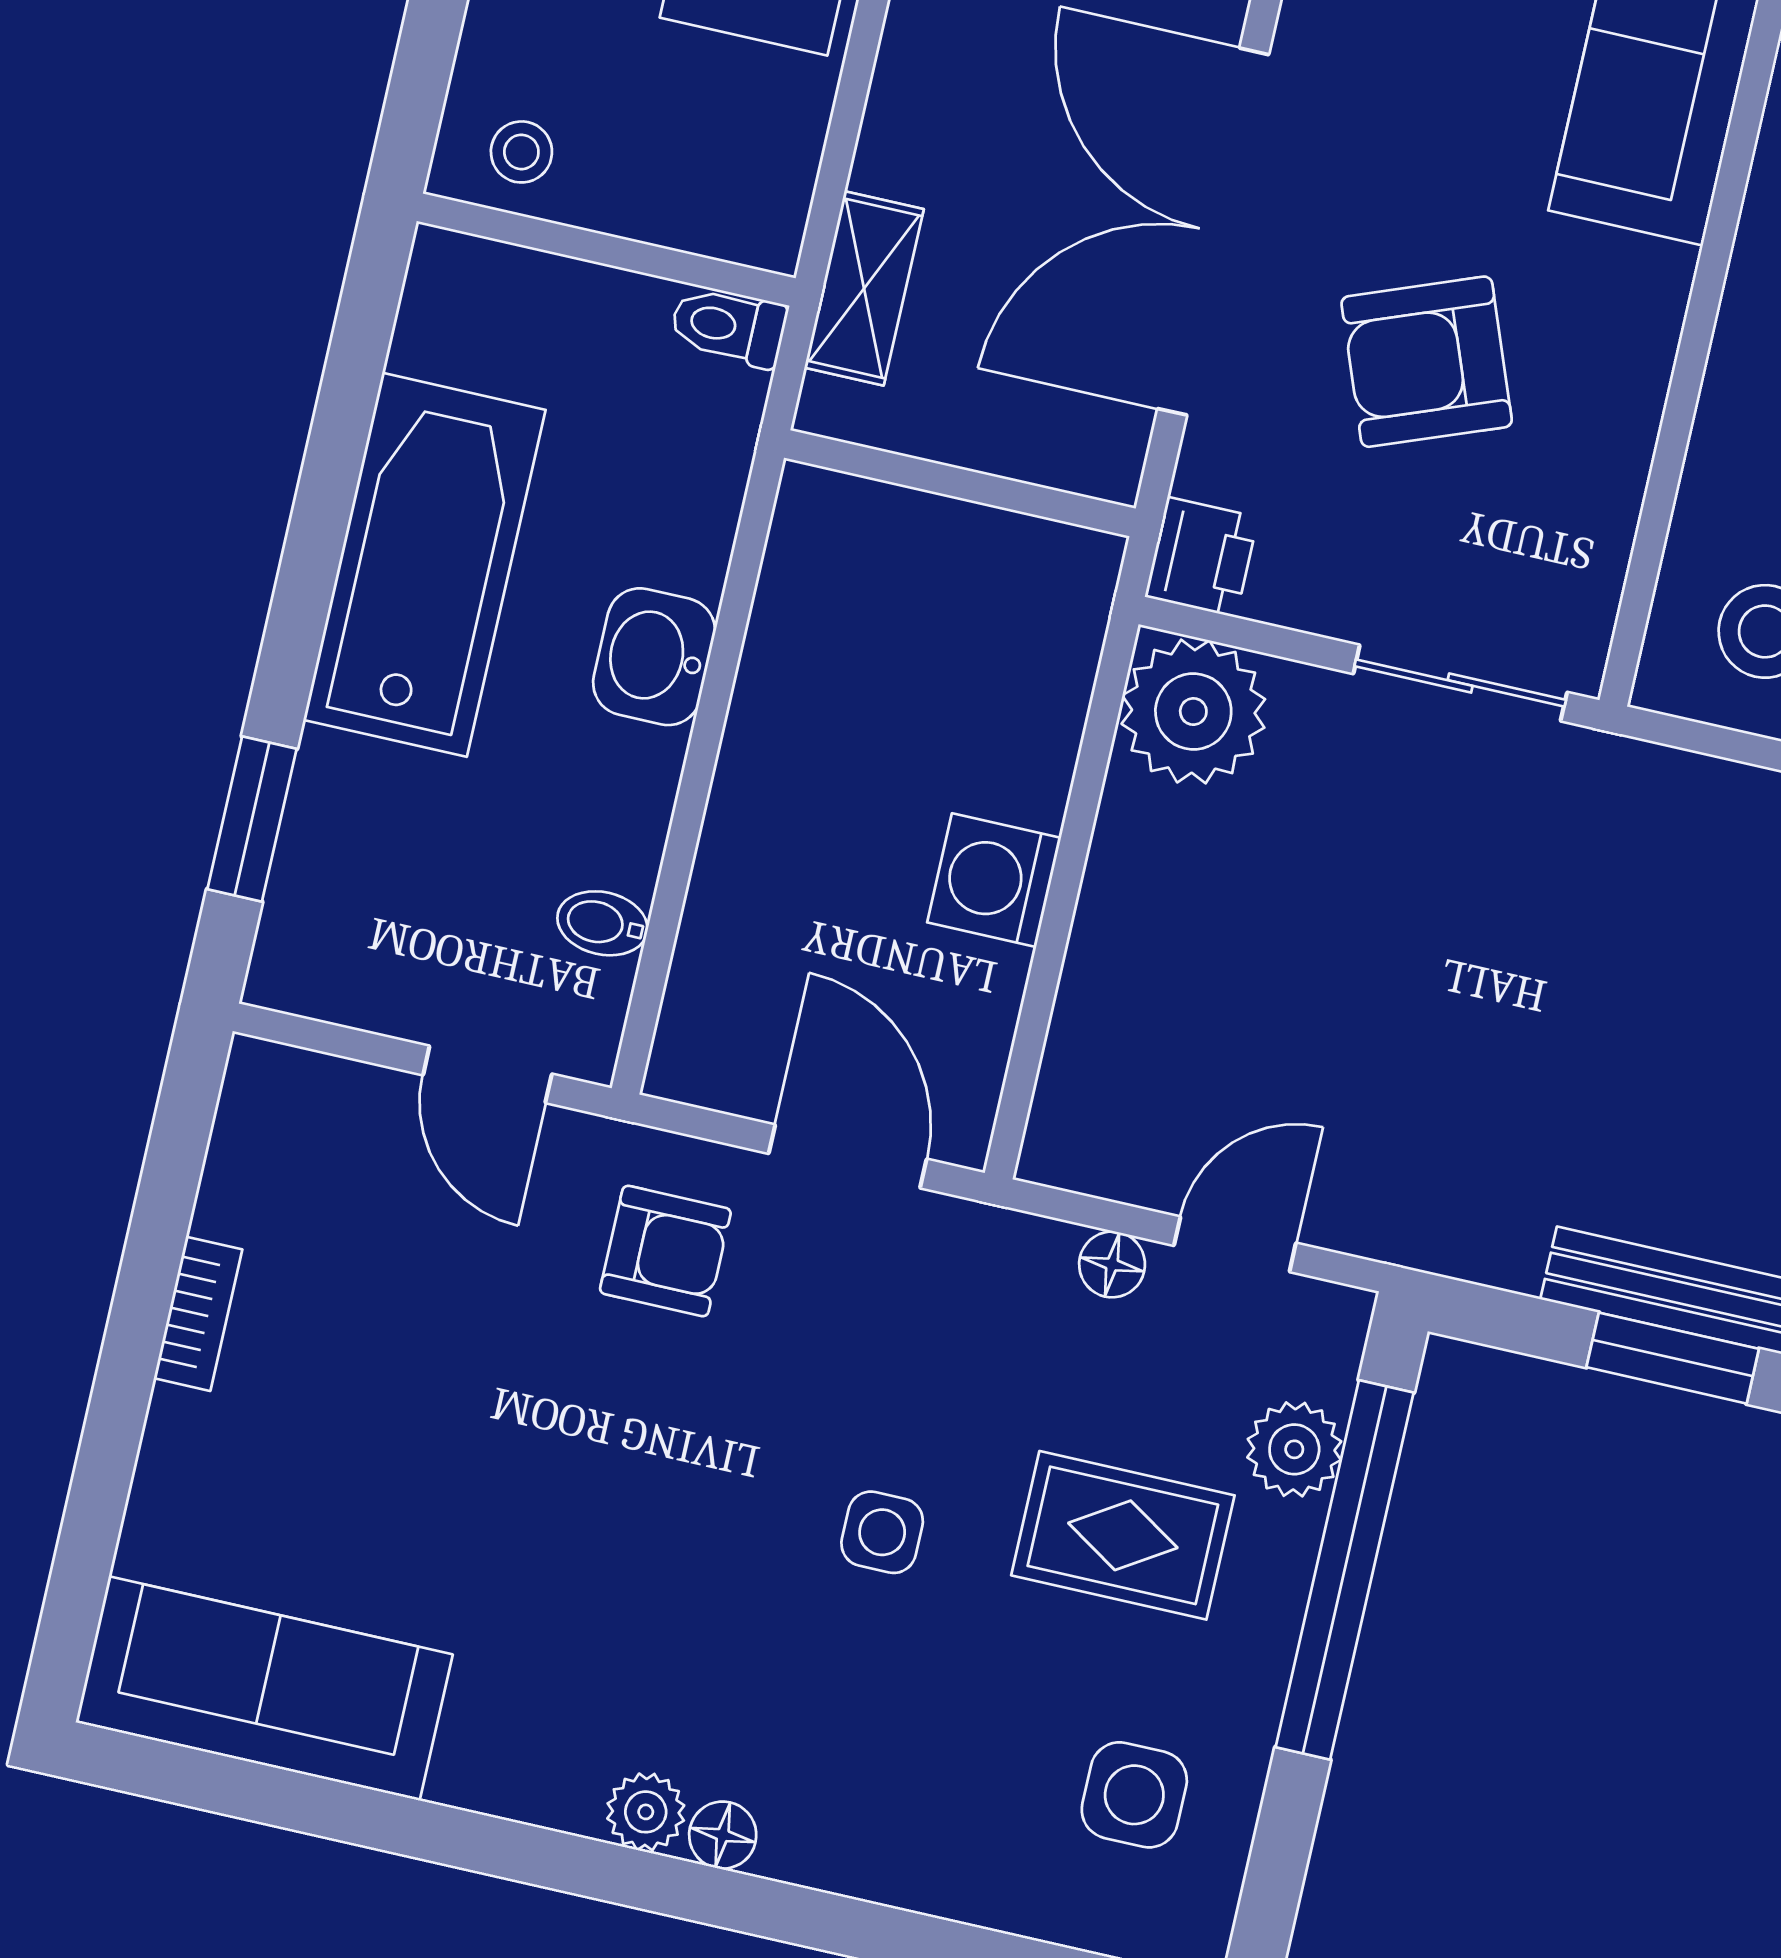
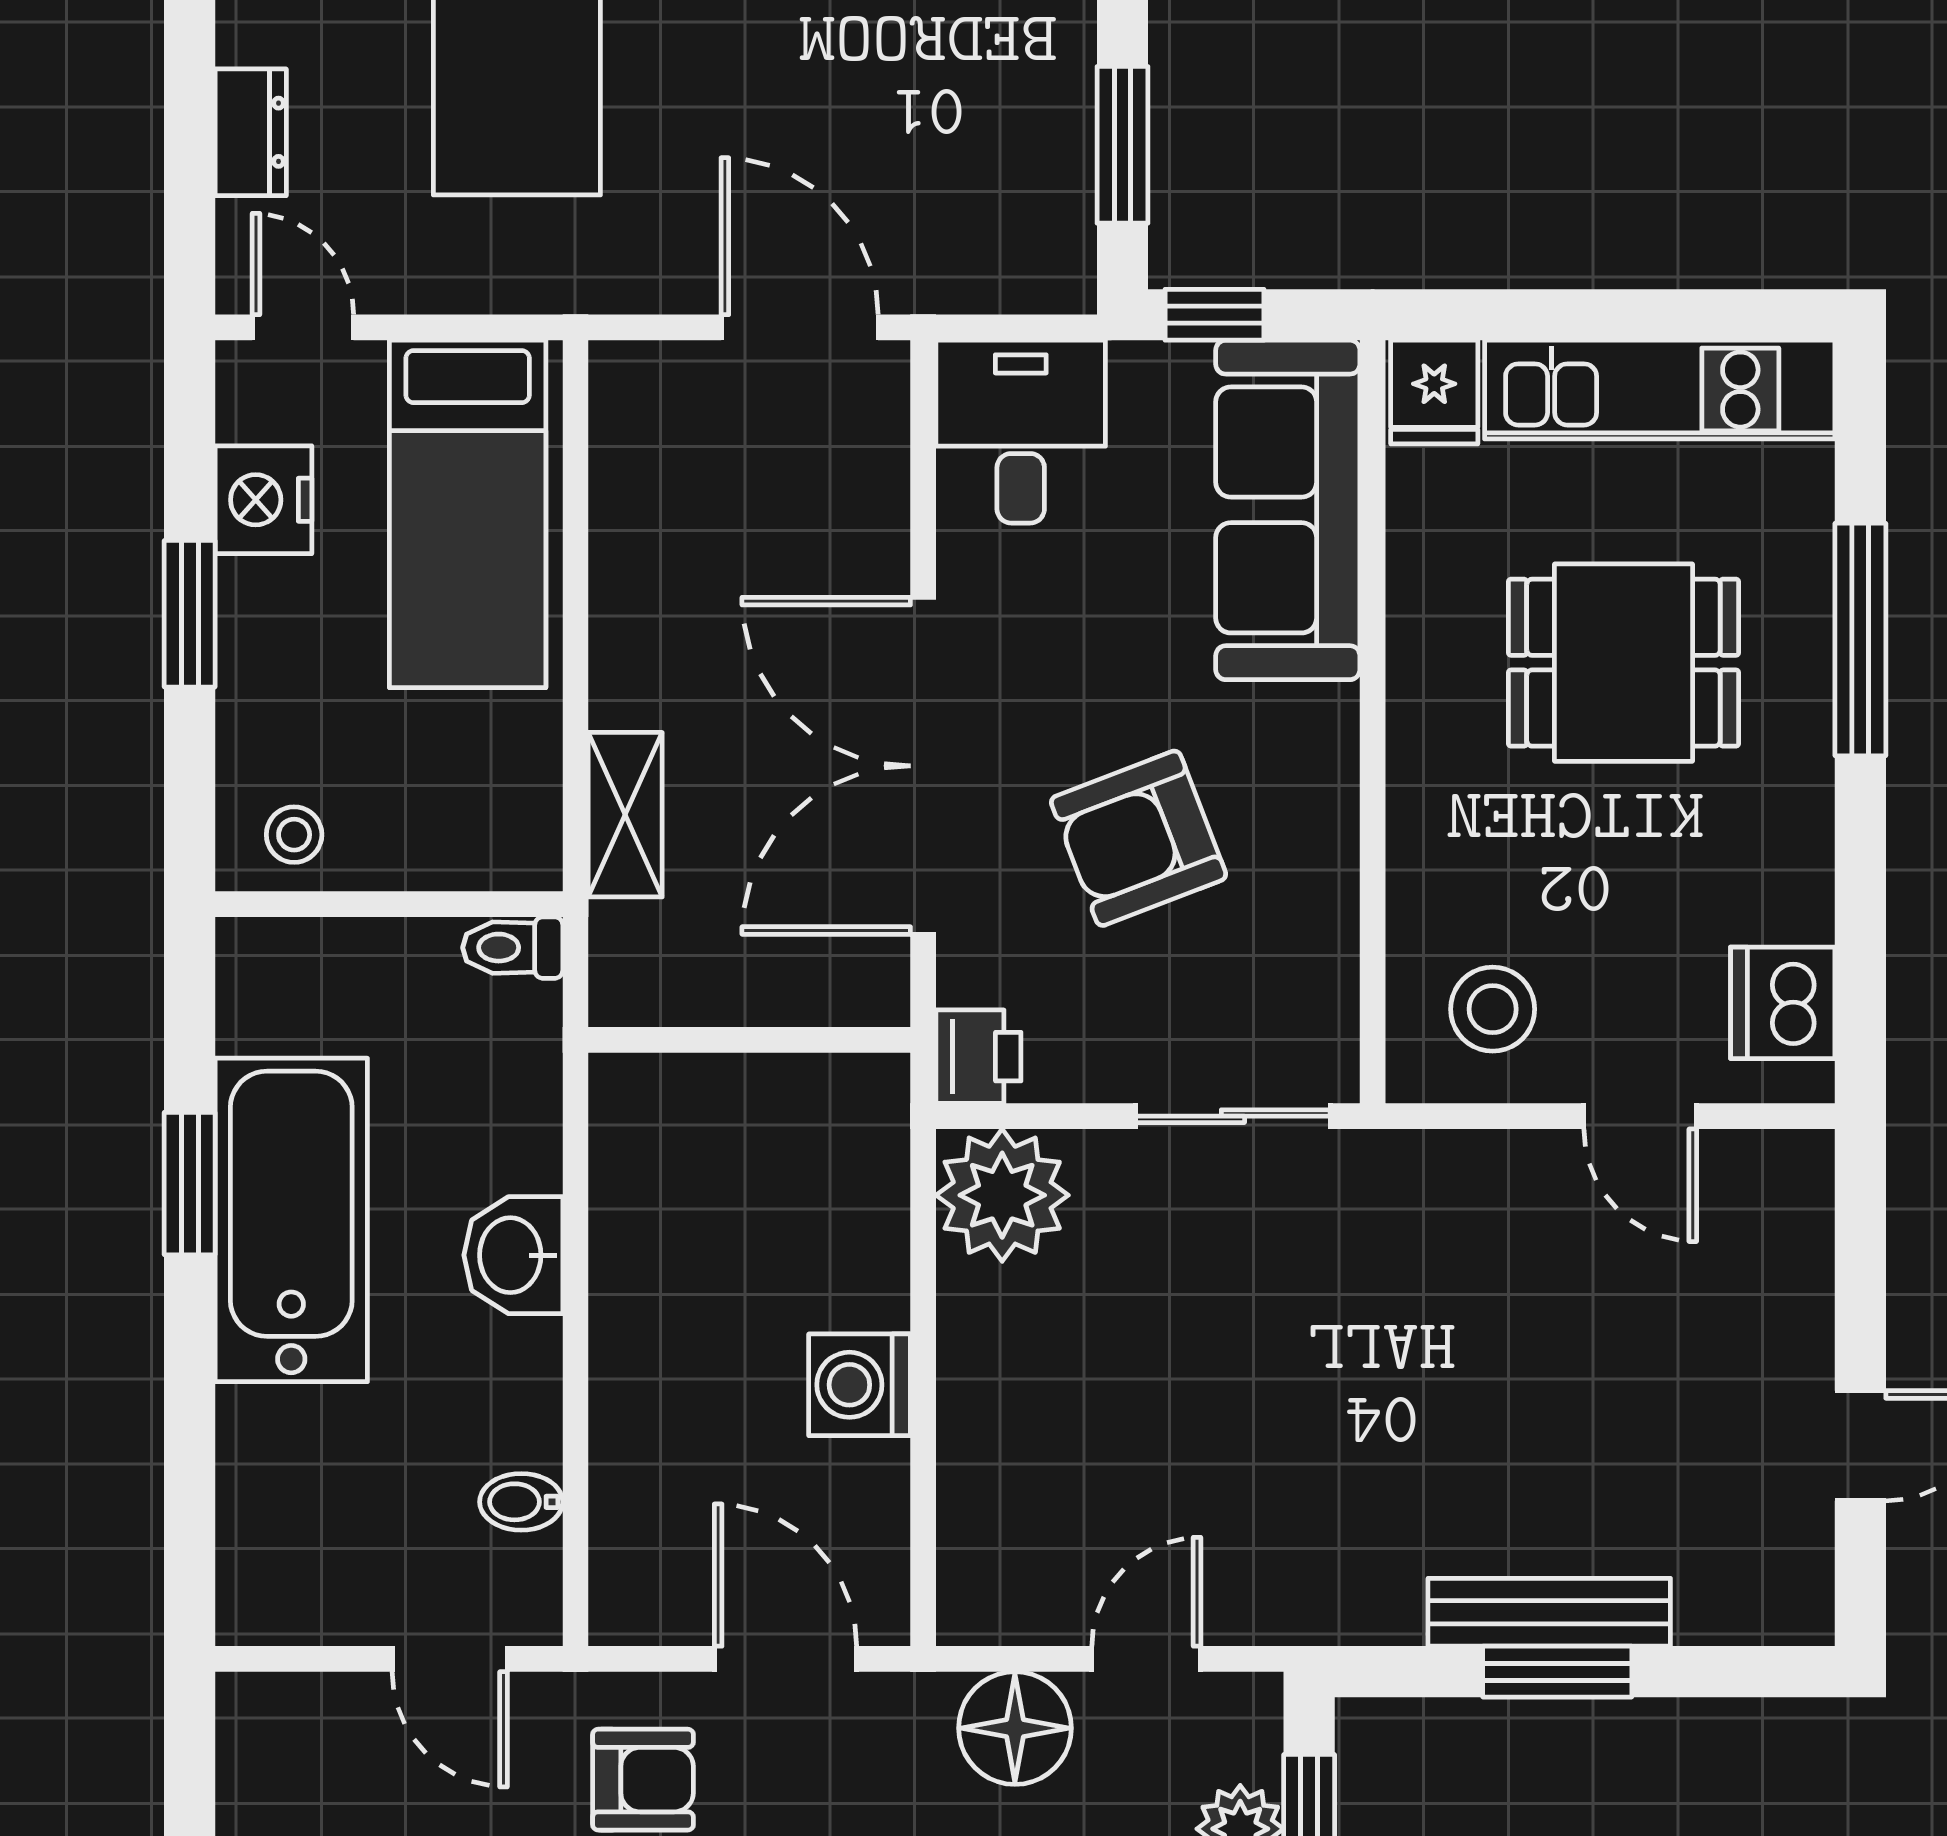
shelving: (864, 288) -> (625, 815), moved
window: (252, 819) -> (190, 1184), moved
floor lamp: (1112, 1264) -> (1015, 1728), width x1.89, depth x1.89

